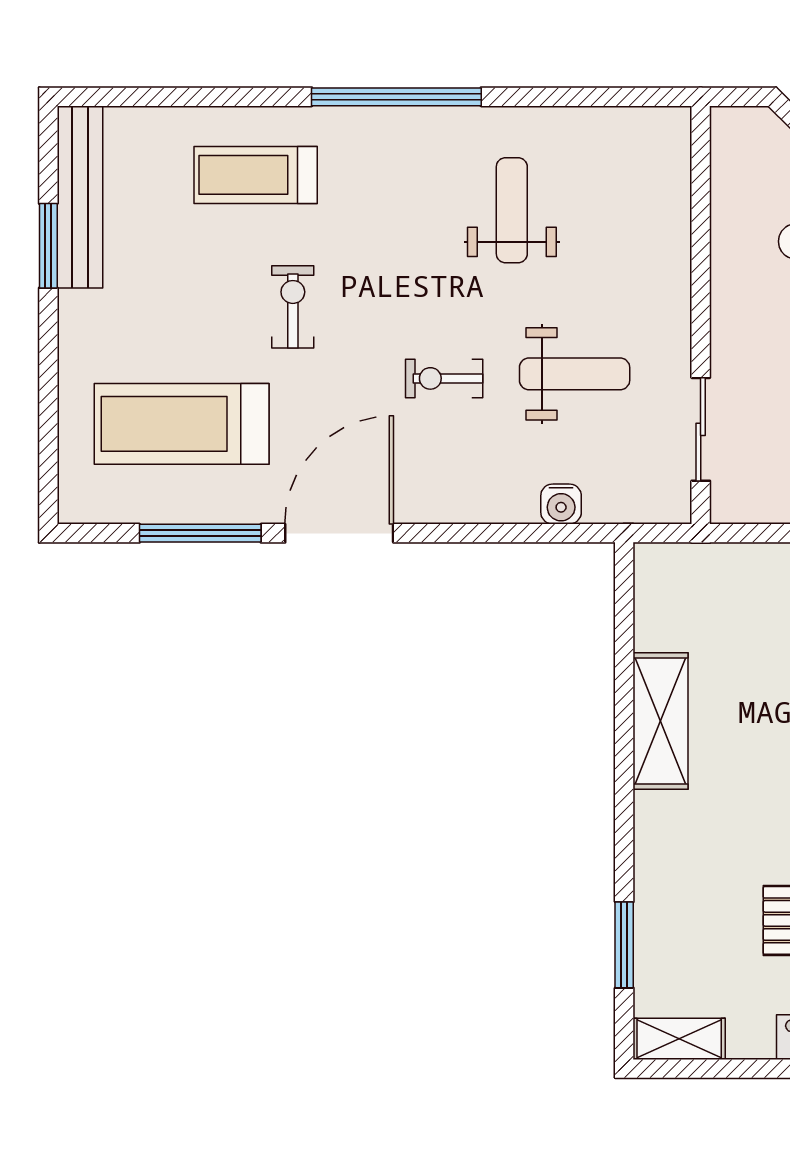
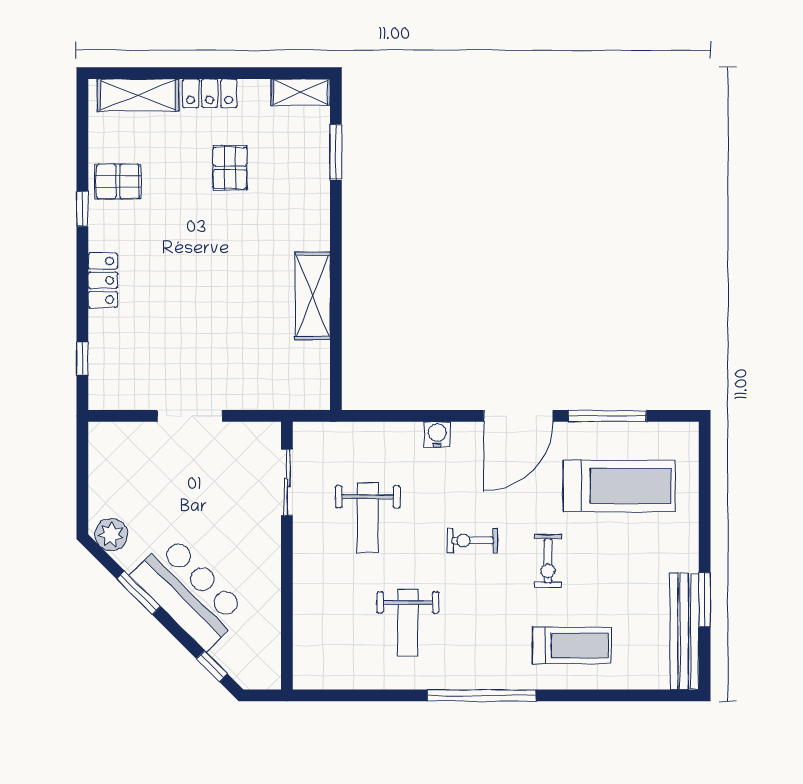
weight bench: (575, 374) -> (368, 518), turned -90
exercise bike: (444, 378) -> (473, 540), moved, turned 180
water cooler: (561, 504) -> (437, 435), moved

